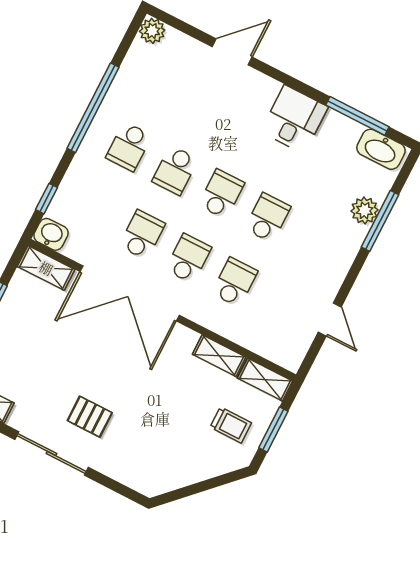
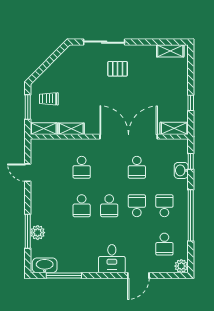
desk: (294, 119) -> (112, 259), moved
washbasin: (51, 234) -> (181, 170), moved, turned 90
school desk: (188, 258) -> (164, 244), moved
sliding door: (51, 453) -> (104, 42), moved

